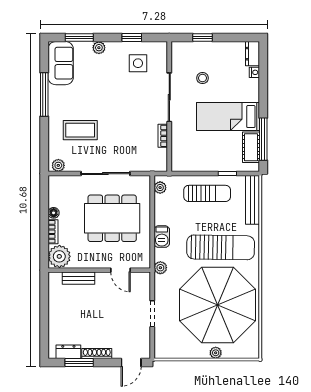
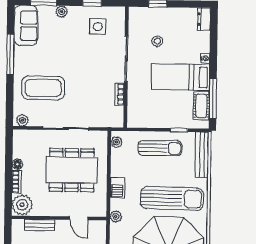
nightstand: (254, 72) -> (205, 58), moved
coffee table: (80, 130) -> (43, 88), width x1.36, depth x1.32

